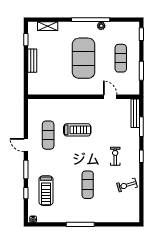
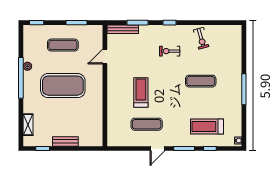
treadmill: (46, 191) -> (207, 126), turned 180

